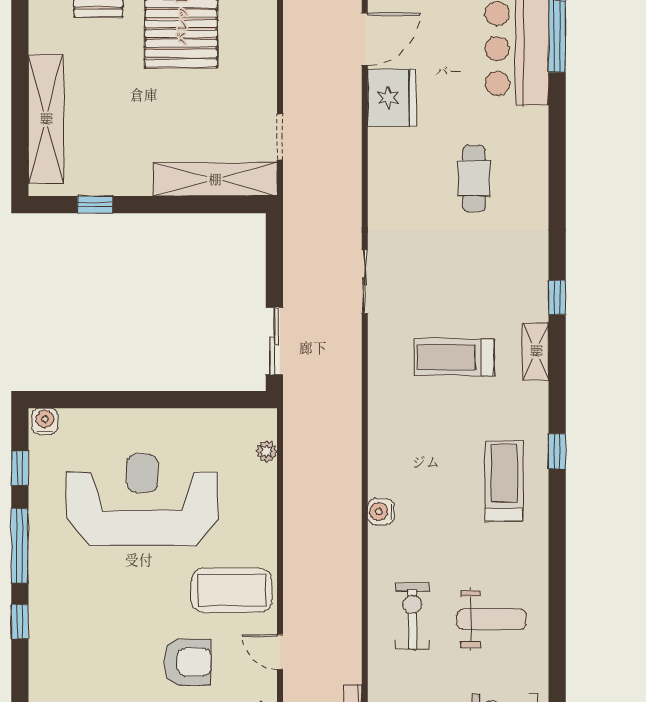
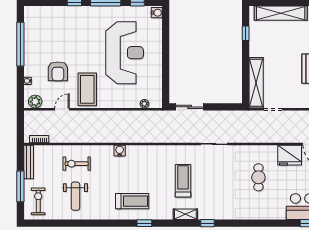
cafe table: (474, 178) -> (258, 177), moved, turned 90
exercise bike: (412, 616) -> (77, 164), turned 180

